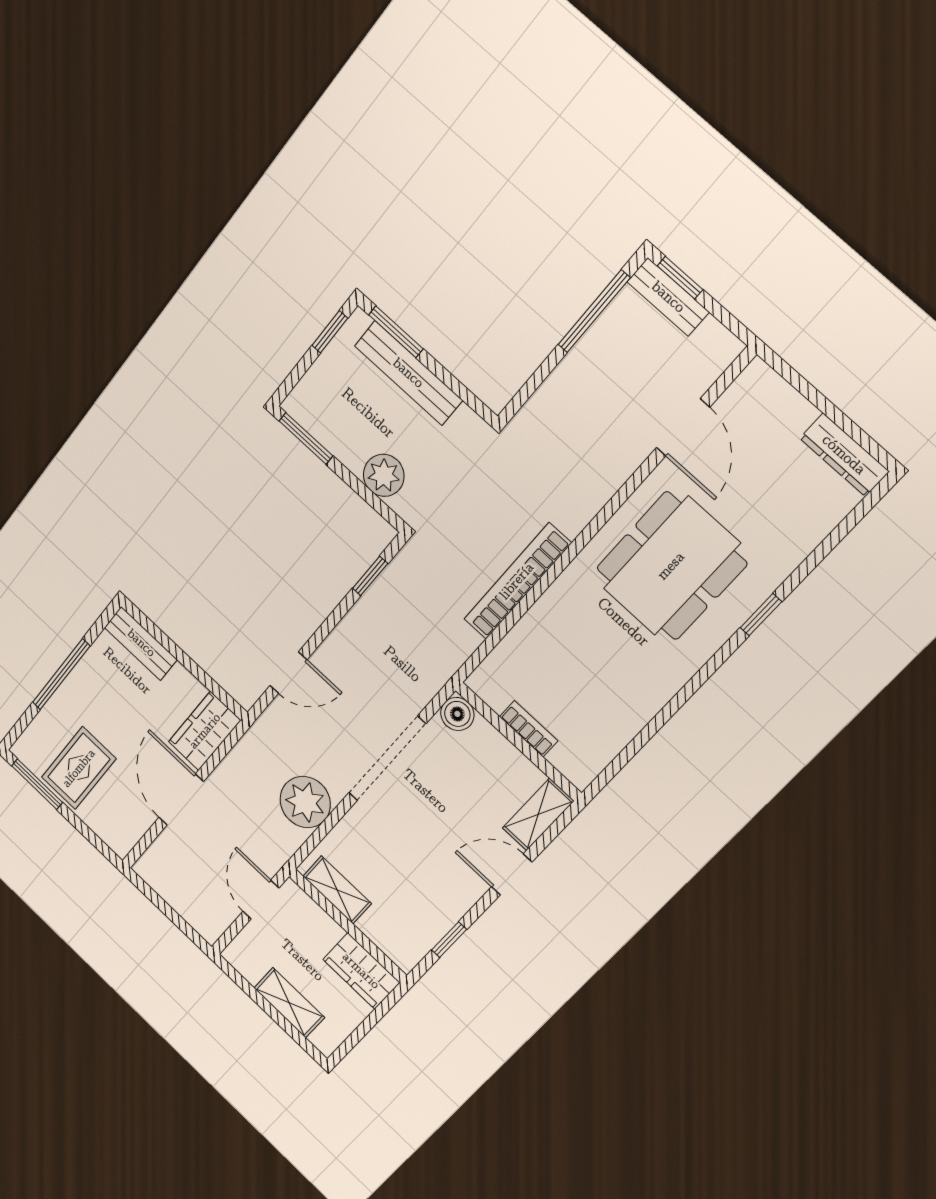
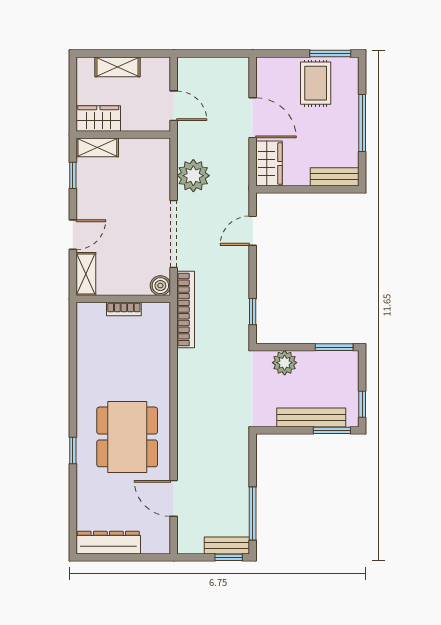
dresser: (844, 455) -> (108, 543), width x1.37, depth x1.24
bookcase: (517, 581) -> (186, 310), moved
shelving: (337, 890) -> (97, 147), moved

